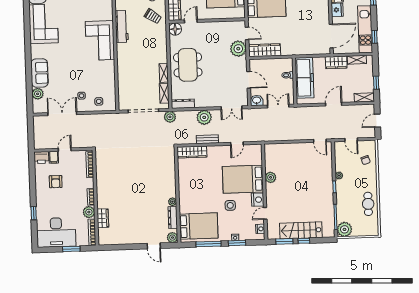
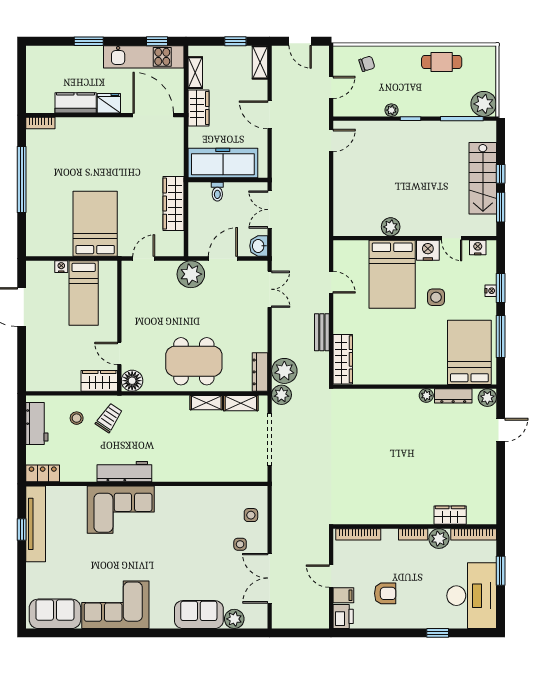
corner sofa: (100, 40) -> (121, 510), moved
plant: (238, 49) -> (191, 274), moved
wardrobe: (265, 50) -> (173, 204), moved
plant: (204, 117) -> (284, 371), moved

